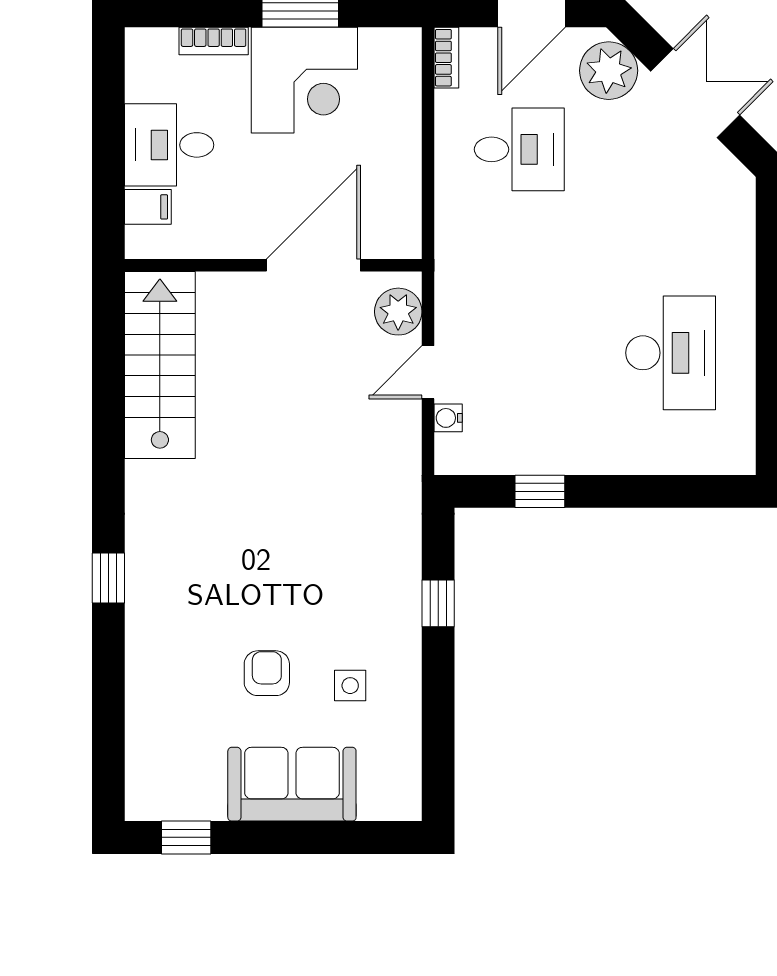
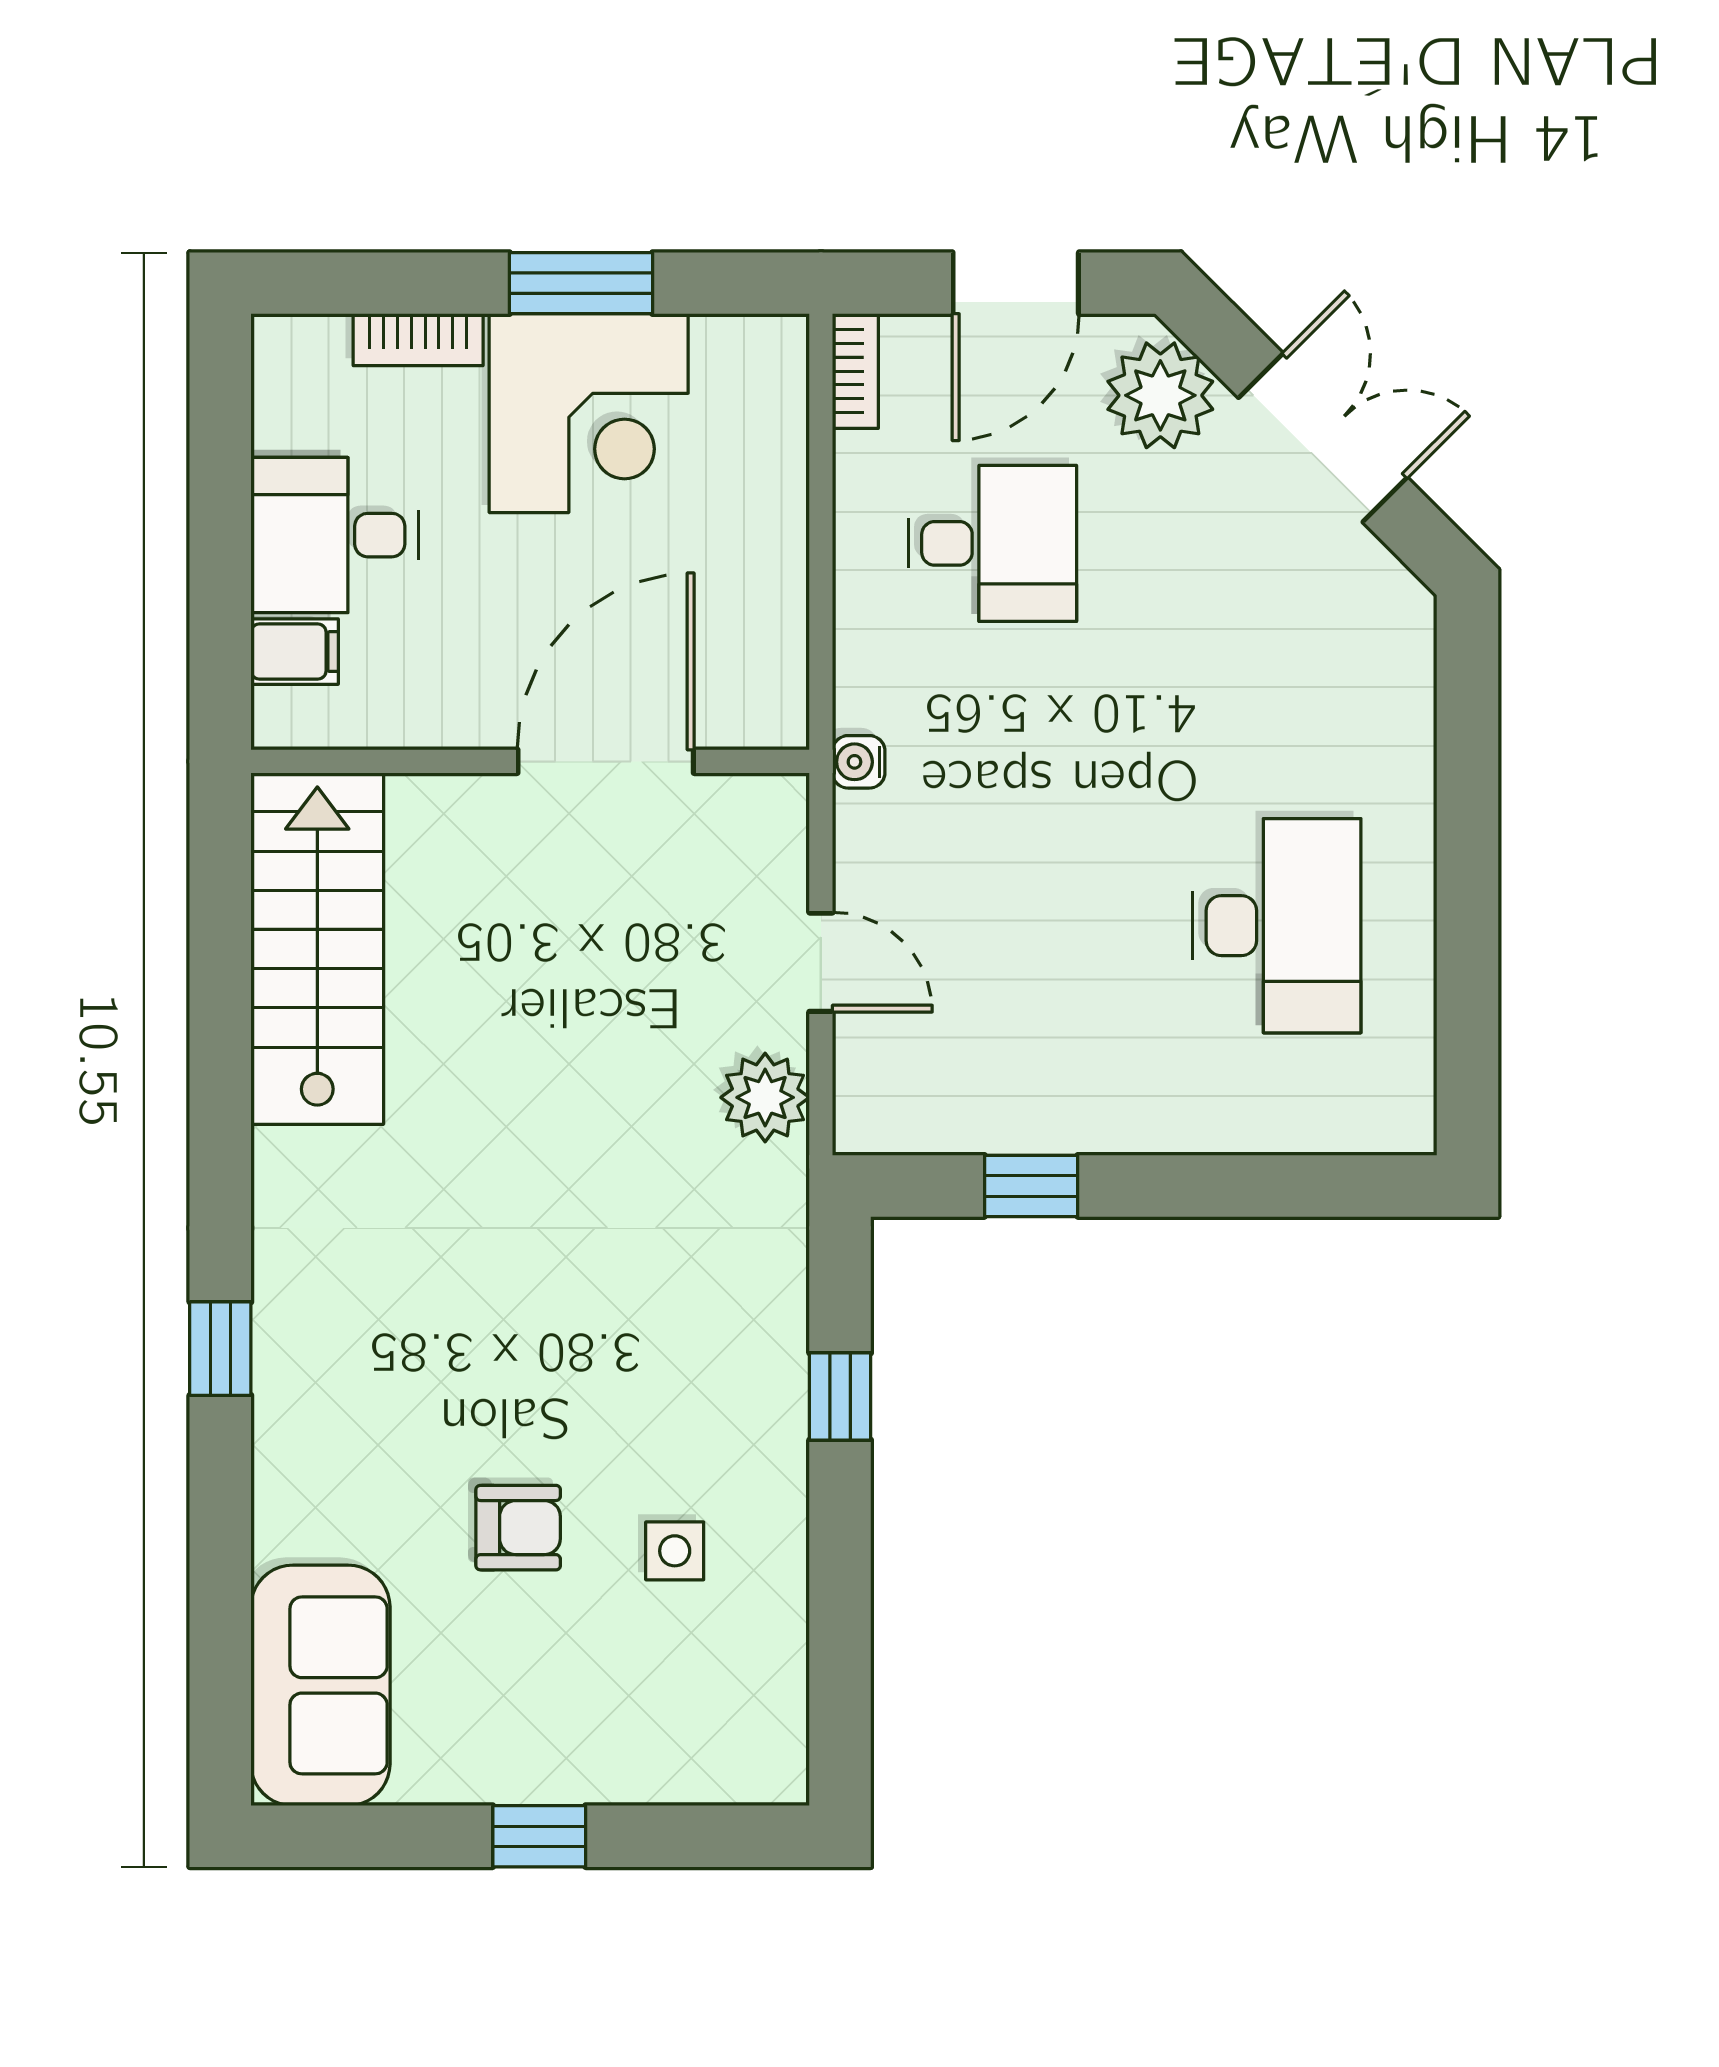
plant: (398, 312) -> (765, 1097), moved
door: (428, 372) -> (821, 962), swing flipped
water cooler: (448, 418) -> (859, 762), moved
armchair: (267, 673) -> (518, 1528), turned 90
sofa: (292, 784) -> (320, 1685), moved, turned 90
window: (186, 837) -> (539, 1836), moved

